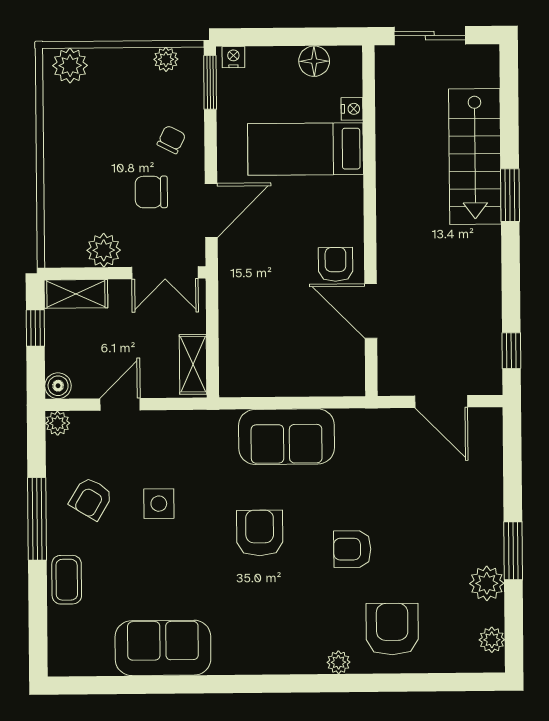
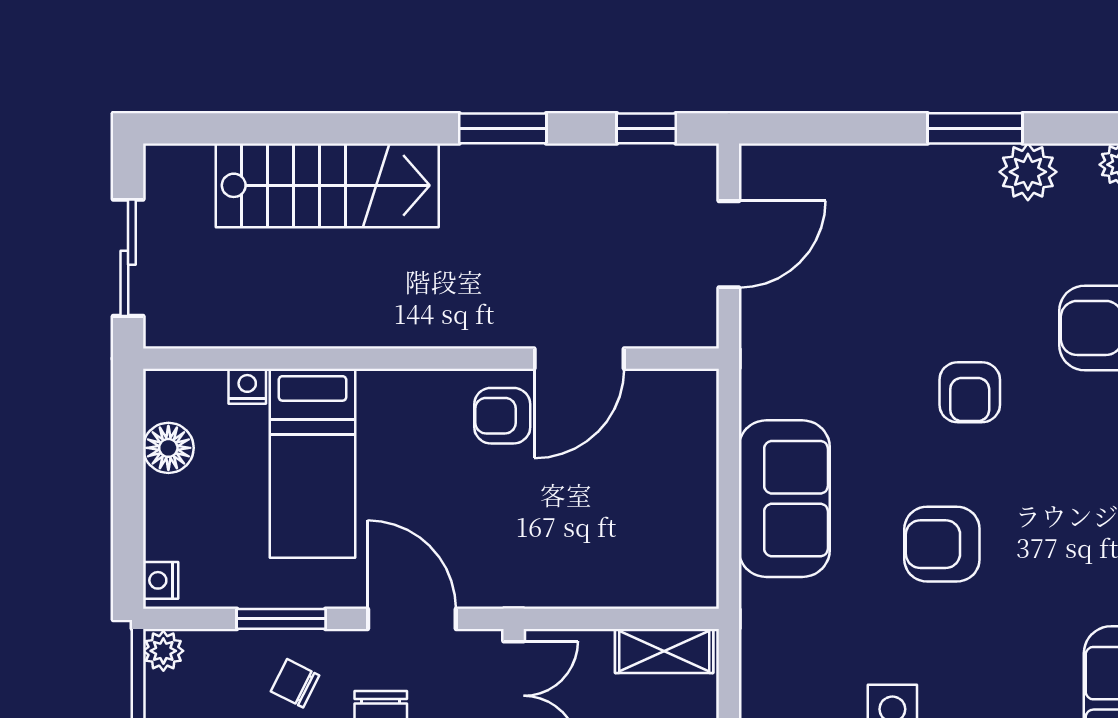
plant: (166, 59) -> (163, 651), moved
window: (210, 82) -> (281, 619), moved
window: (510, 195) -> (503, 128), moved

